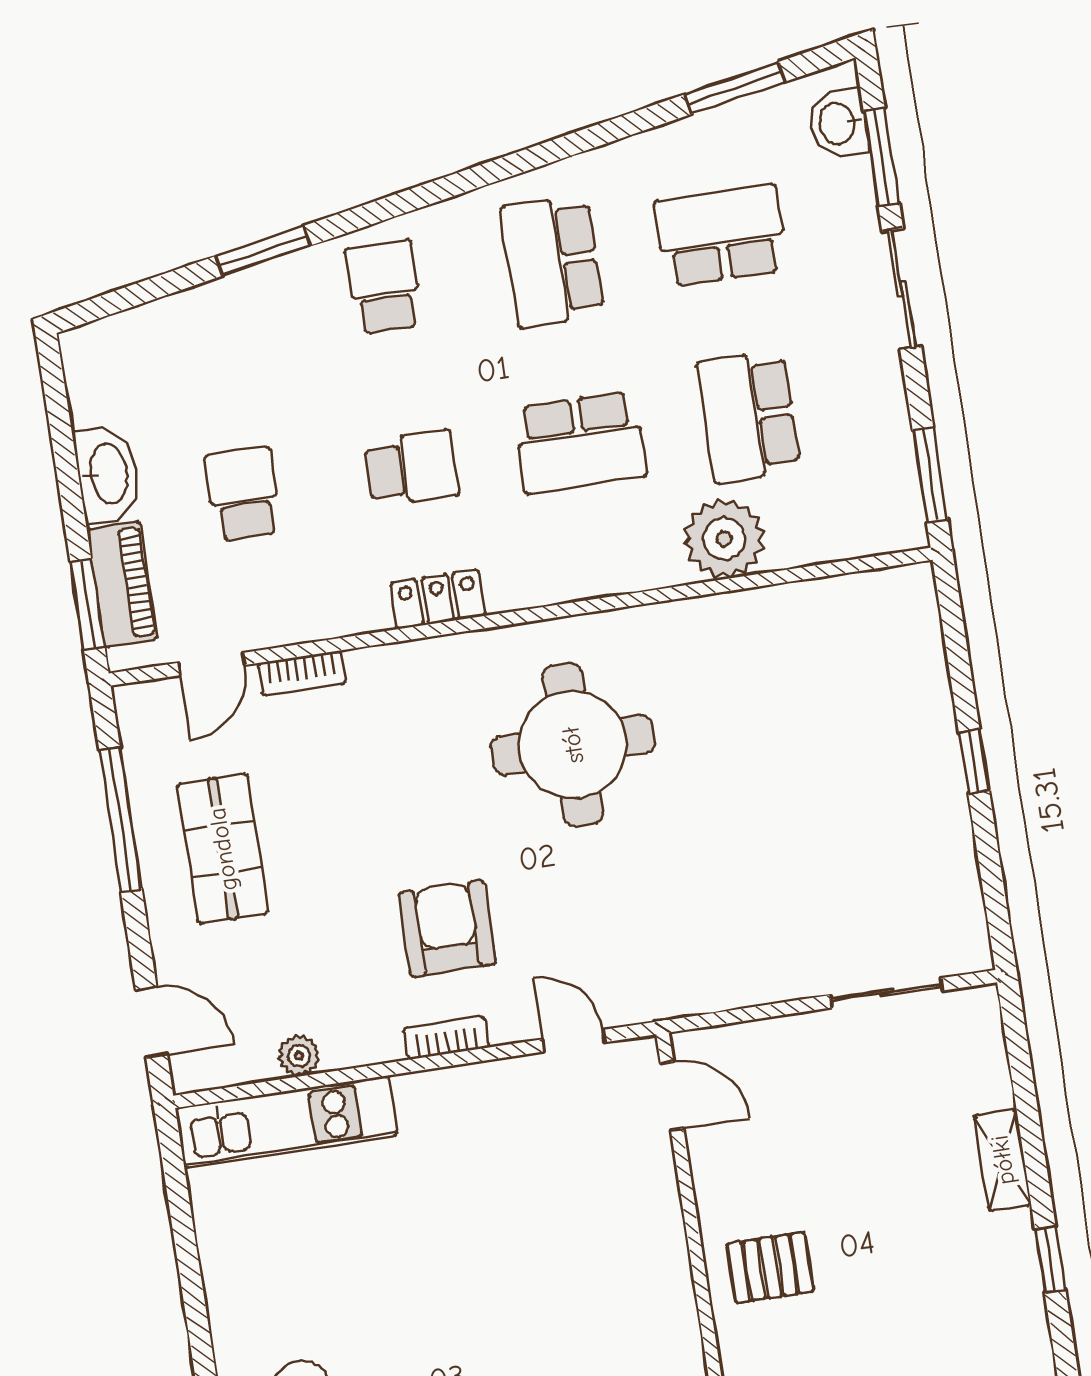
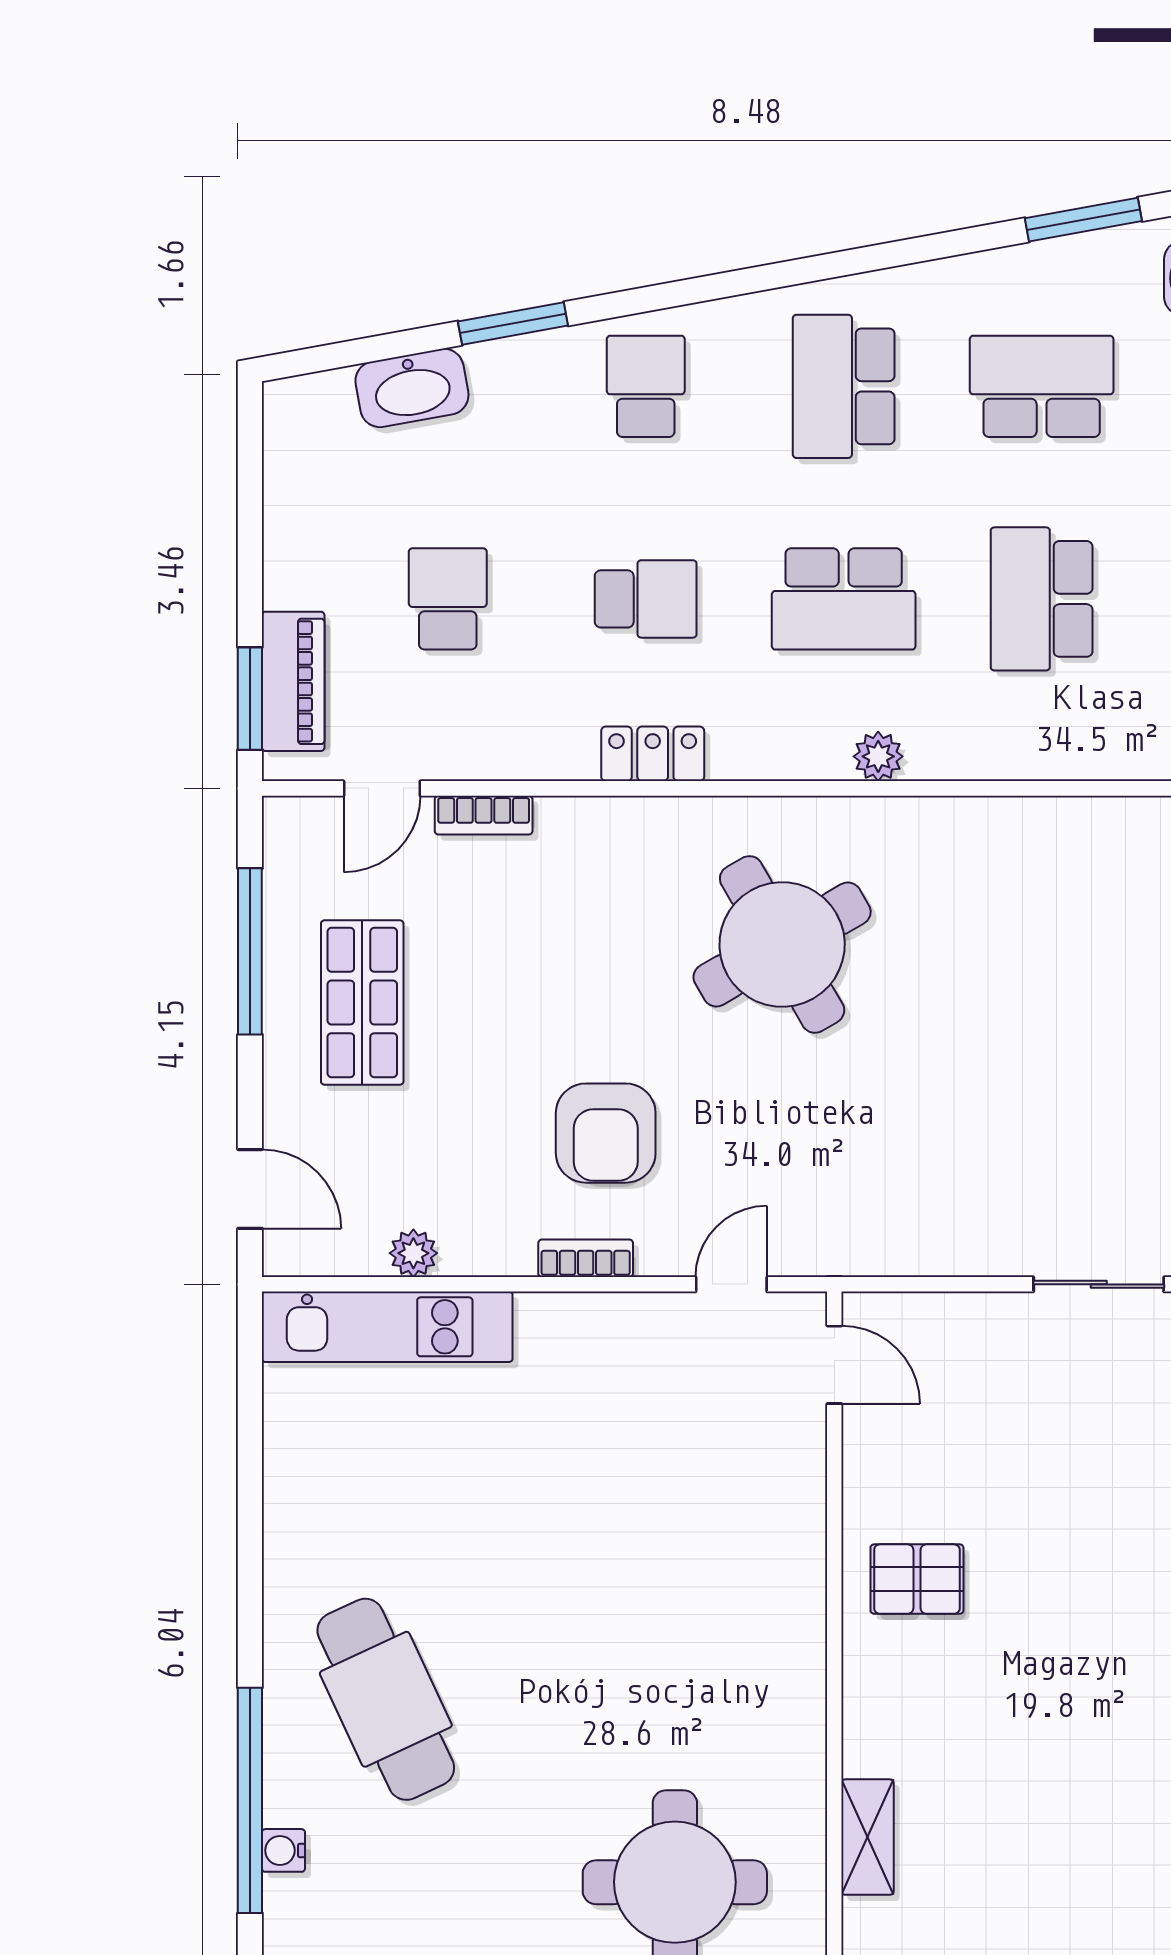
washbasin: (107, 474) -> (412, 388), moved, turned 80
plant: (724, 539) -> (878, 756), moved, width x0.53, depth x0.53
round table: (573, 745) -> (782, 944), turned -30
armchair: (447, 928) -> (606, 1133), turned 180
door: (574, 1041) -> (731, 1284), hinge flipped

